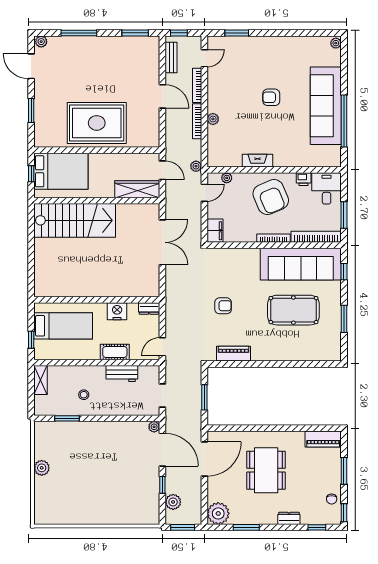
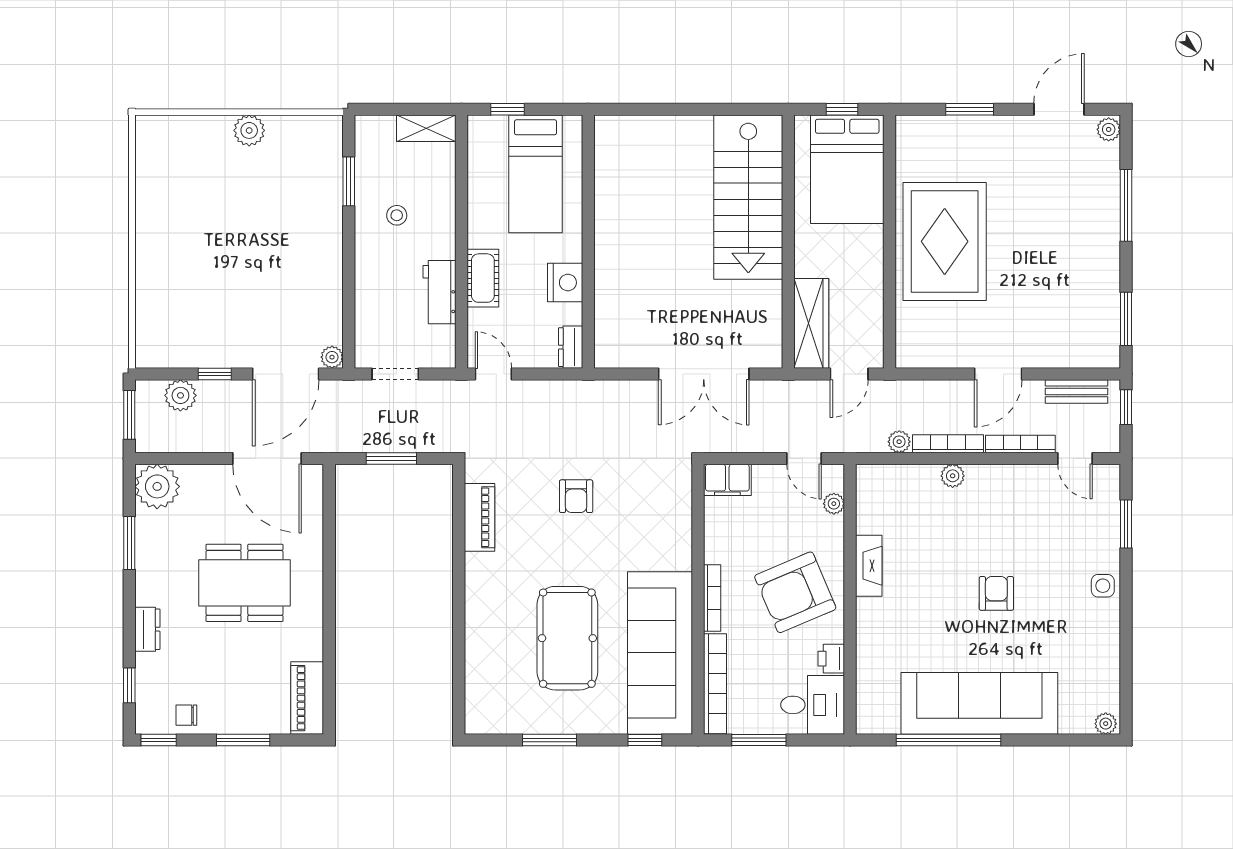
side table: (267, 45) -> (1103, 586), added
plant: (196, 166) -> (899, 442), moved

